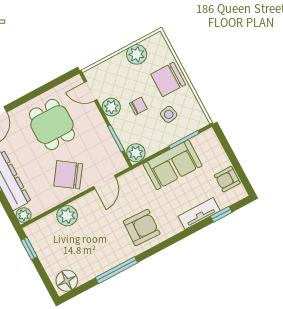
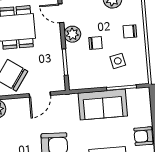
chair: (168, 79) -> (130, 31), width x0.54, depth x0.54
plant: (136, 153) -> (76, 81), removed

